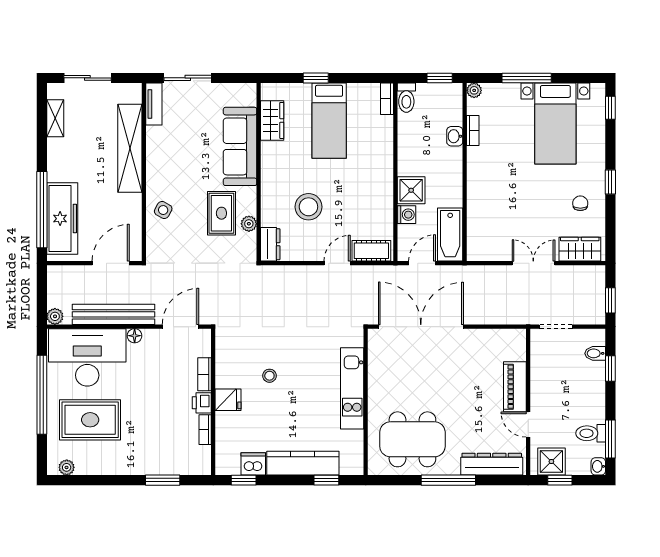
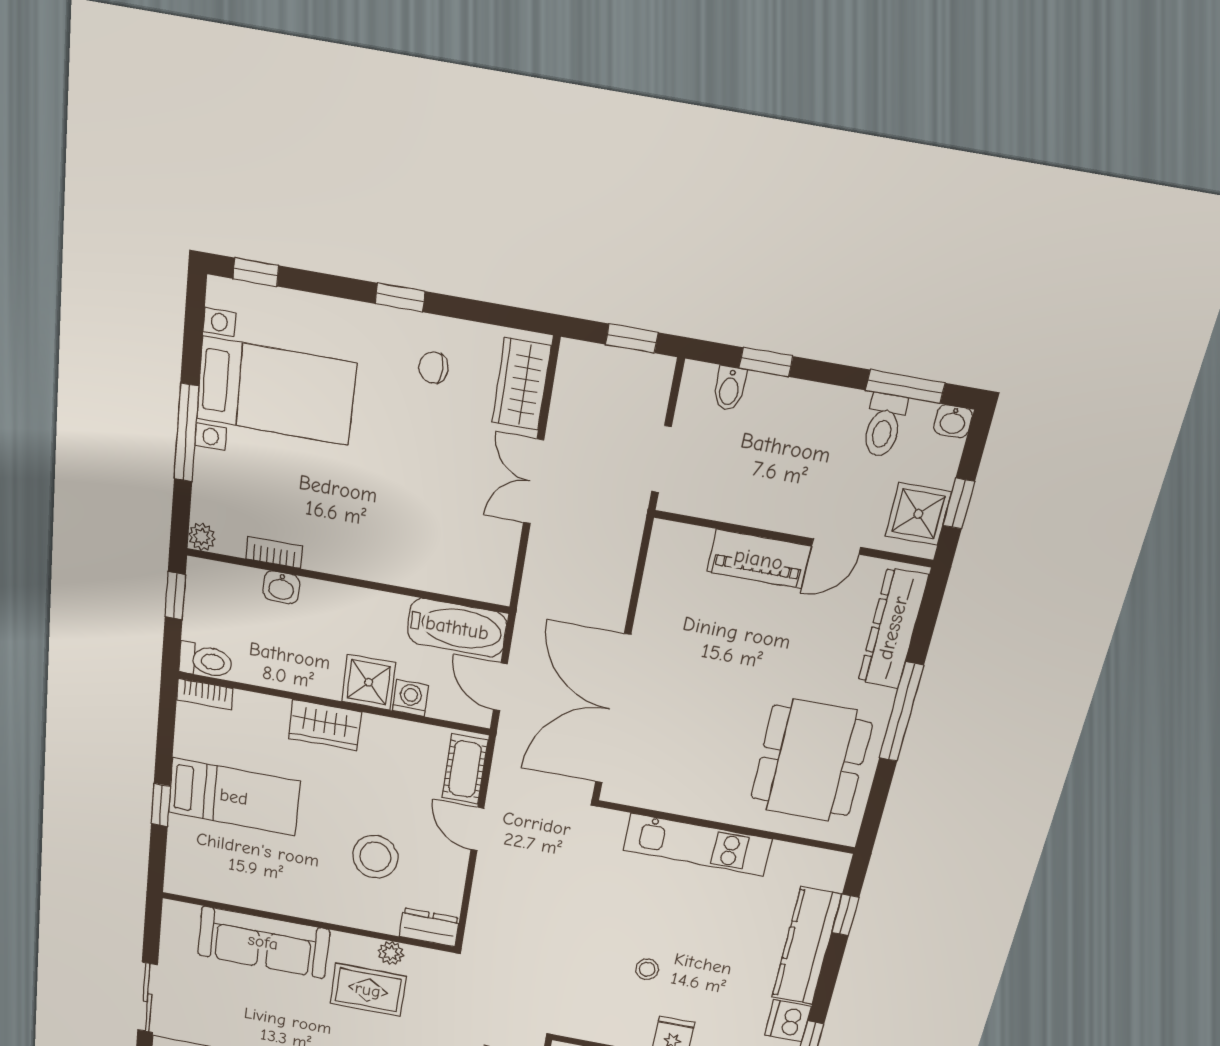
wardrobe: (272, 120) -> (325, 725), moved, turned 180

